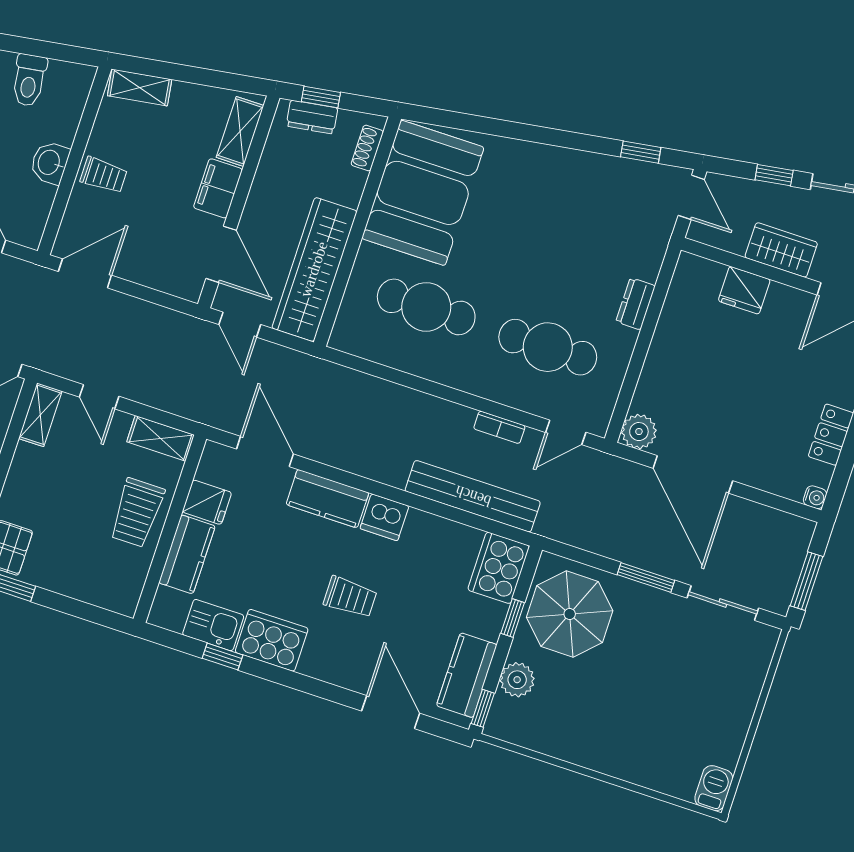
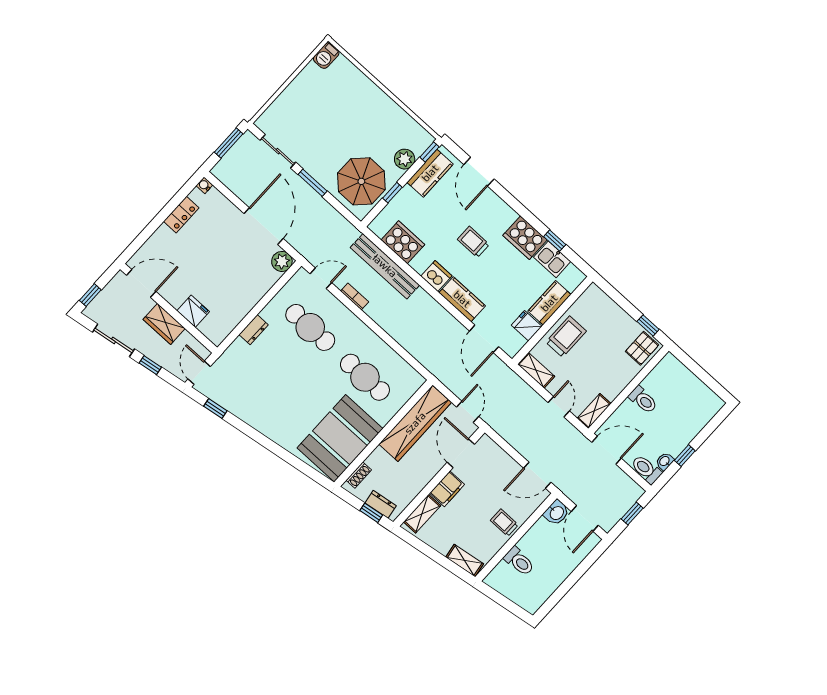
toilet: (29, 80) -> (519, 561), moved, turned 99
washbasin: (50, 163) -> (556, 513), moved
cooker: (499, 568) -> (403, 242), moved, turned -90

